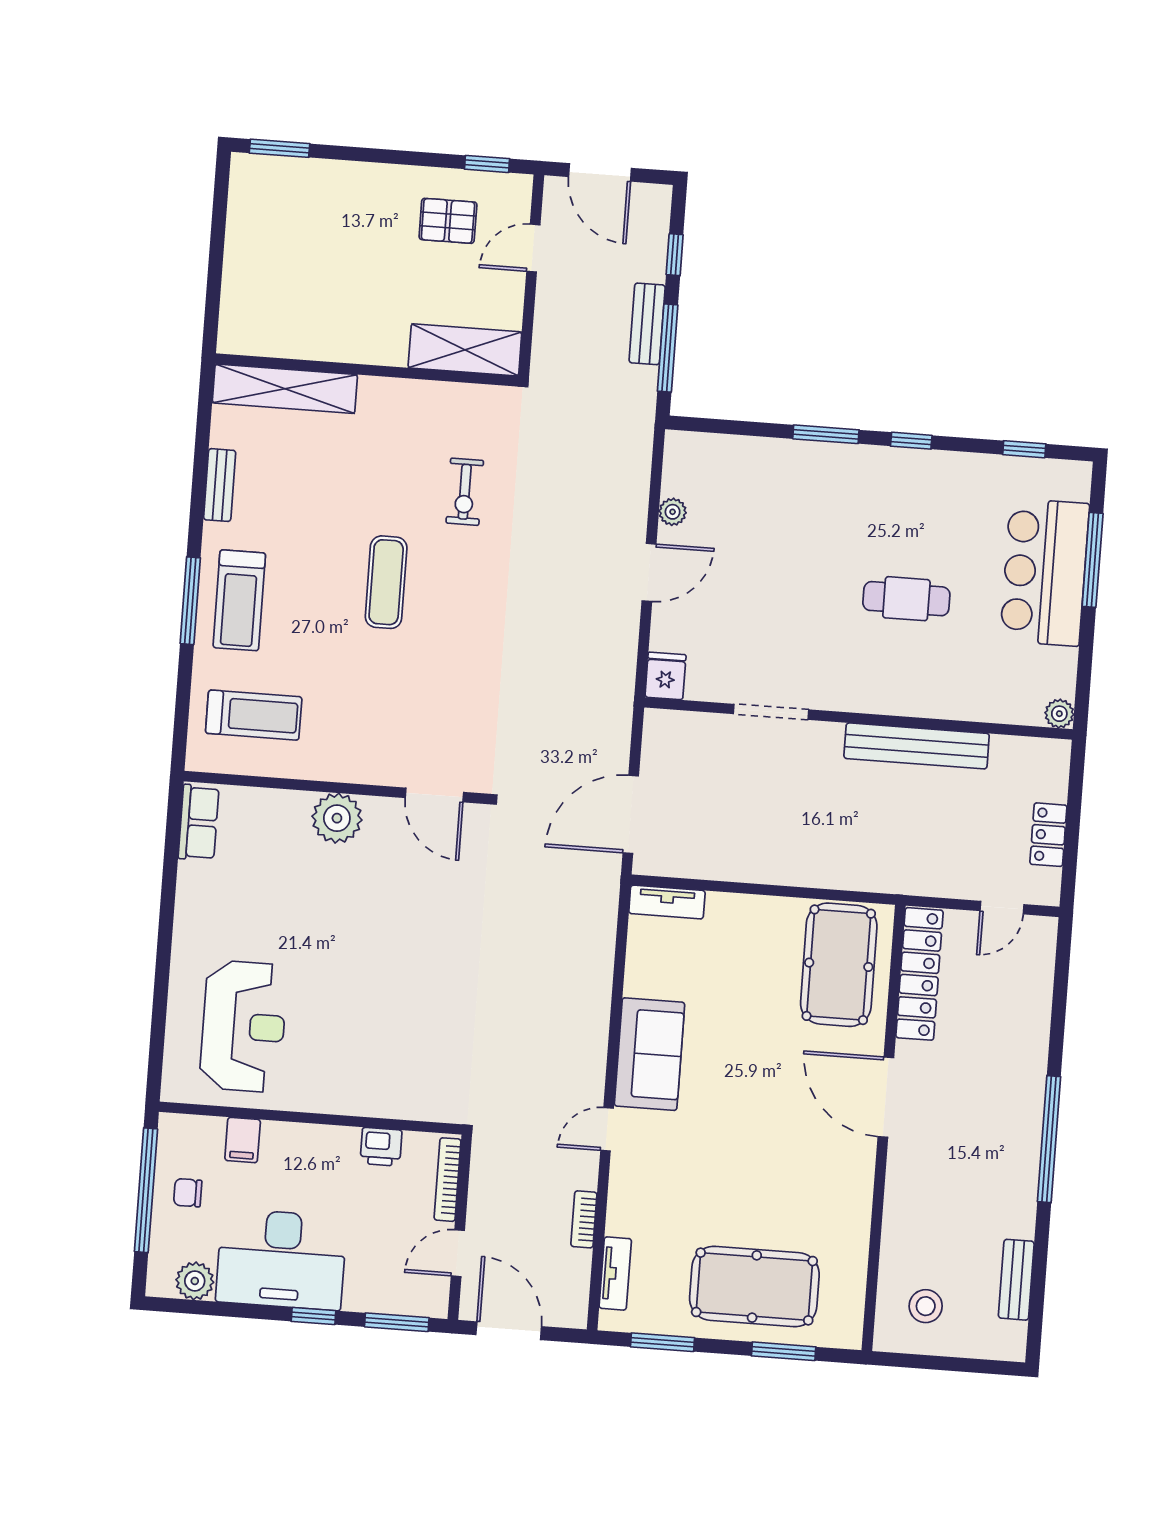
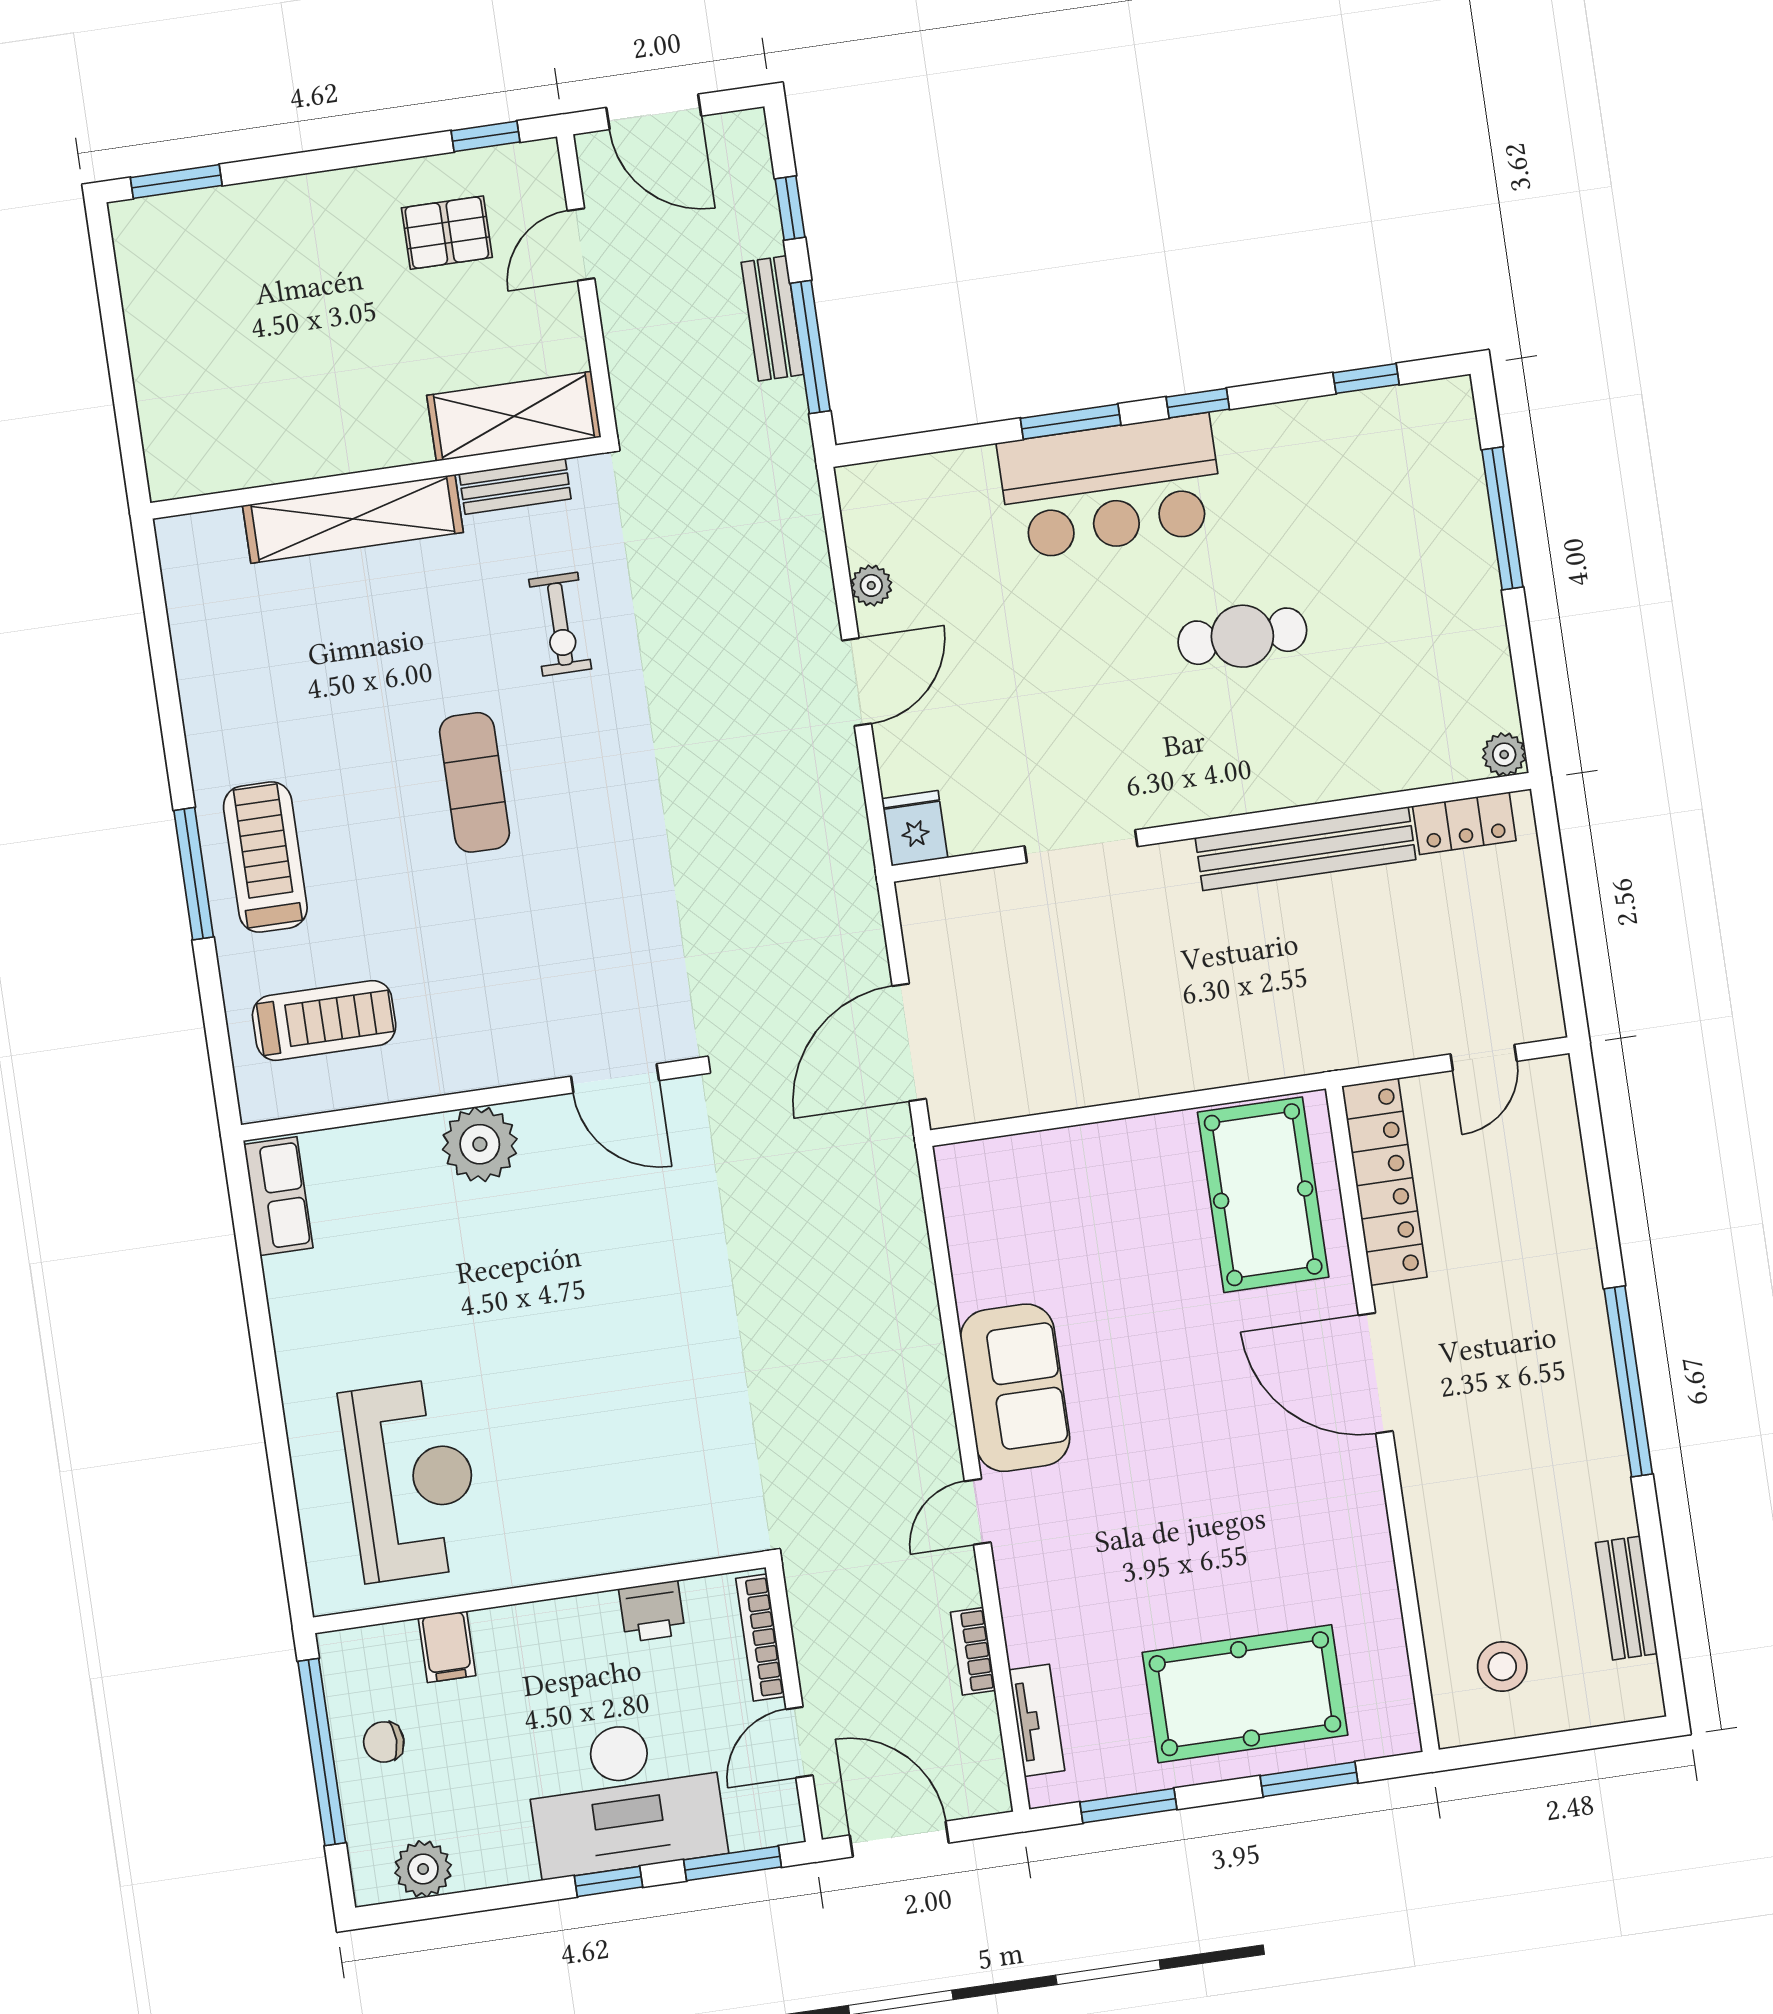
shelving: (285, 389) -> (353, 519), moved
bench: (220, 485) -> (515, 486), moved, turned 90
bar counter: (1045, 572) -> (1111, 487), moved, turned -90
treadmill: (239, 600) -> (265, 857), turned 180
locker: (1048, 835) -> (1464, 823), moved, turned -90
tv unit: (667, 902) -> (991, 1159), removed
desk: (281, 1259) -> (625, 1797), moved

